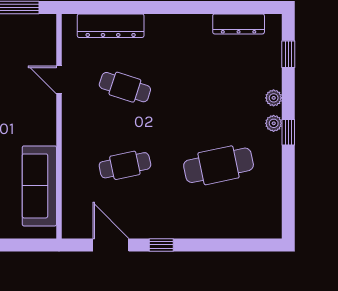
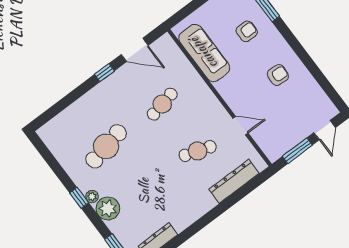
plant: (274, 98) -> (108, 208), width x1.88, depth x1.88

